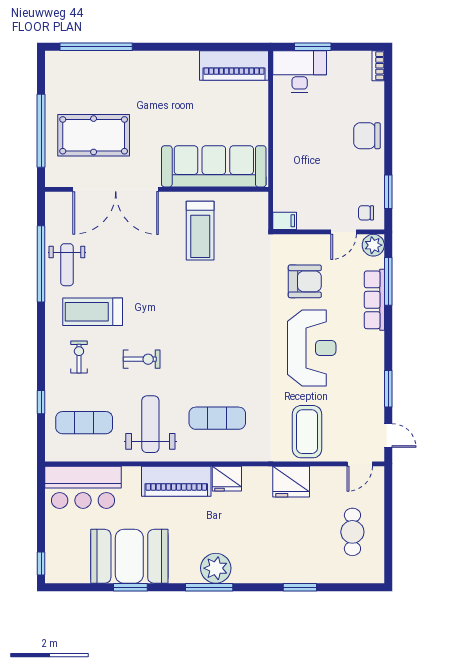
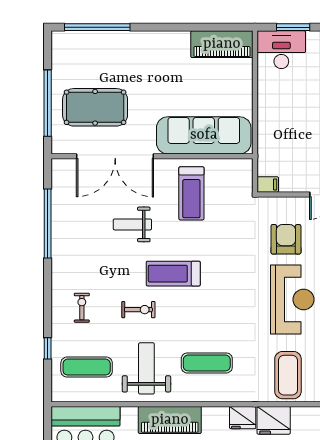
weight bench: (67, 265) -> (132, 224), moved, turned 90
armchair: (305, 281) -> (286, 239), turned -90
treadmill: (93, 312) -> (173, 274), moved
fridge: (227, 479) -> (243, 418), moved

